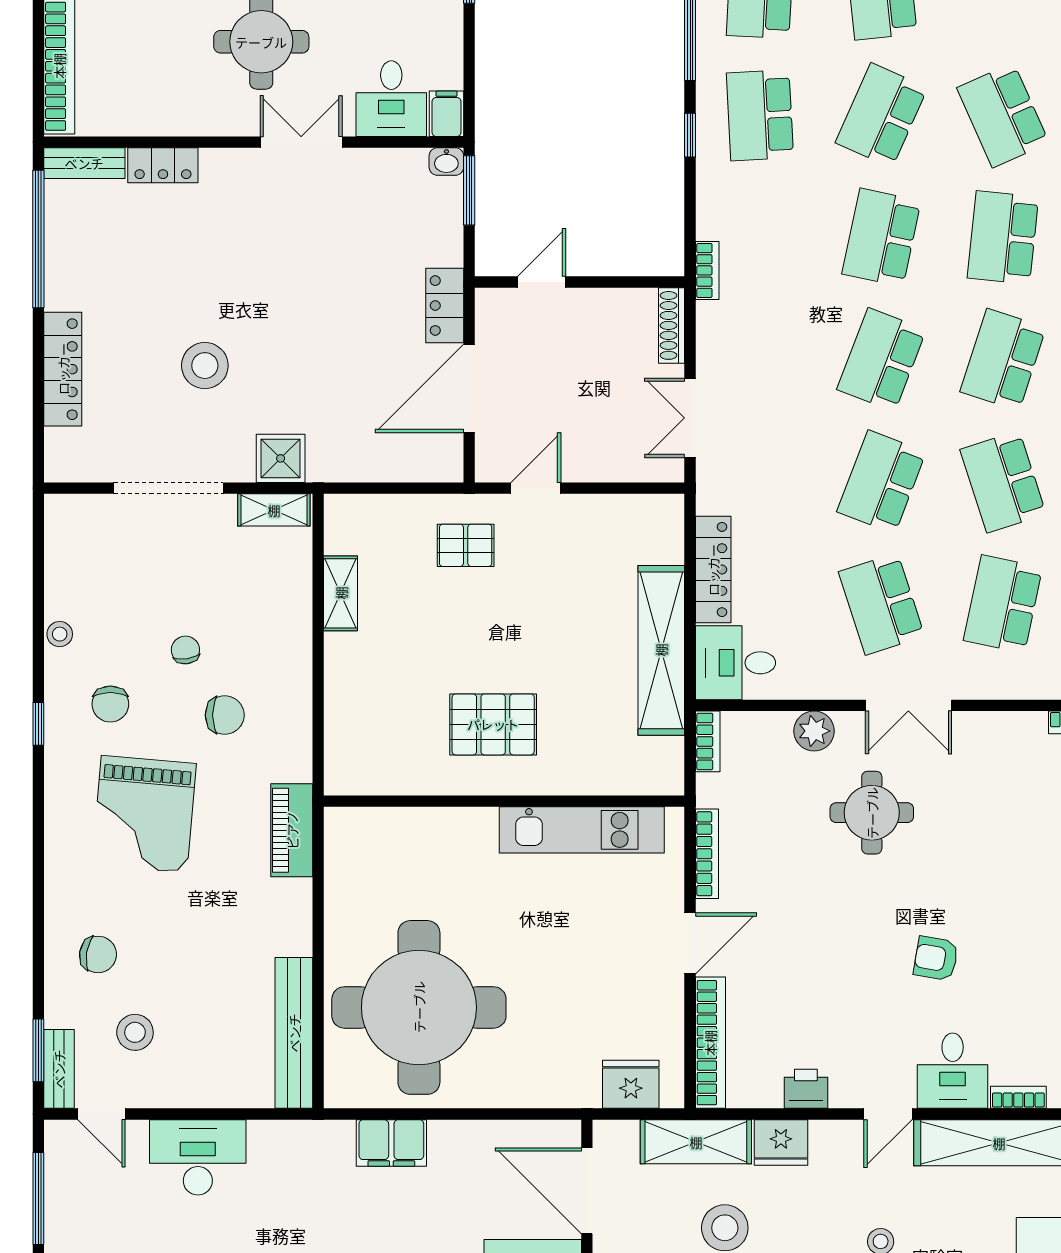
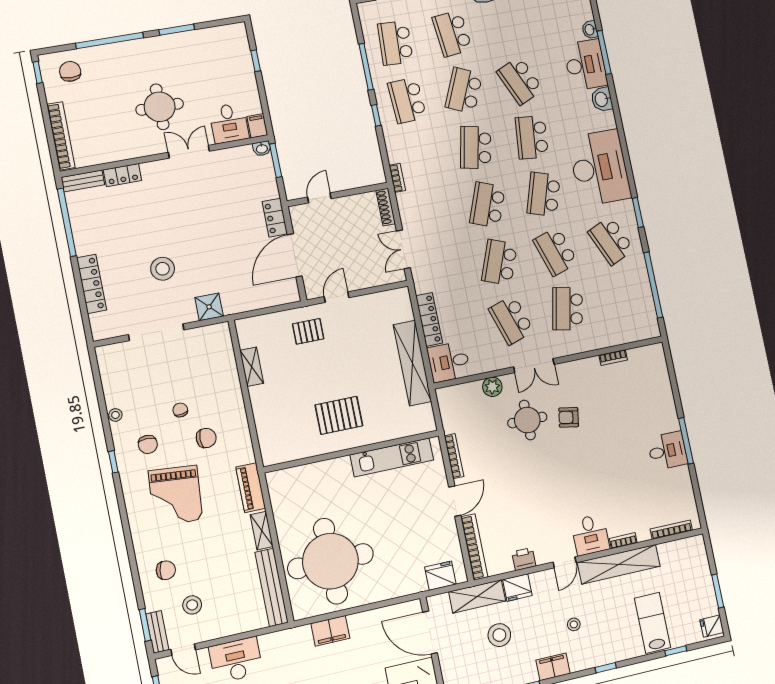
shelving: (274, 510) -> (262, 531), moved, turned 90
bookcase: (708, 741) -> (443, 402), removed
armchair: (936, 958) -> (569, 417), moved

